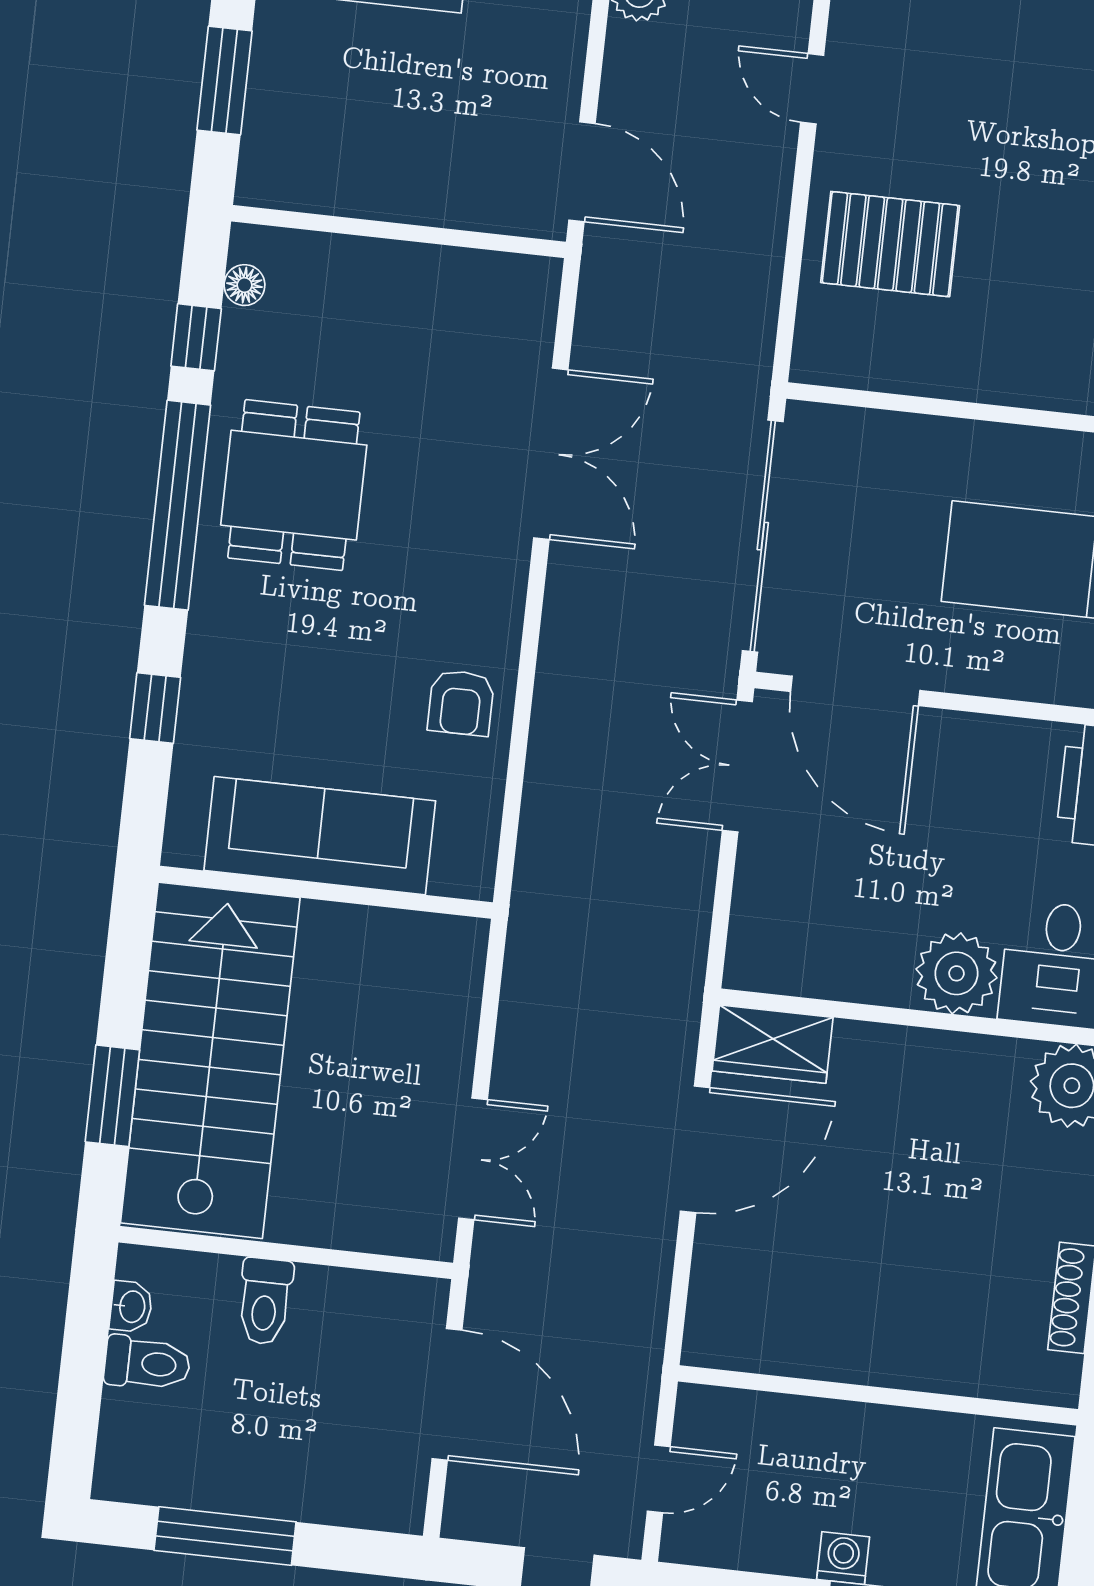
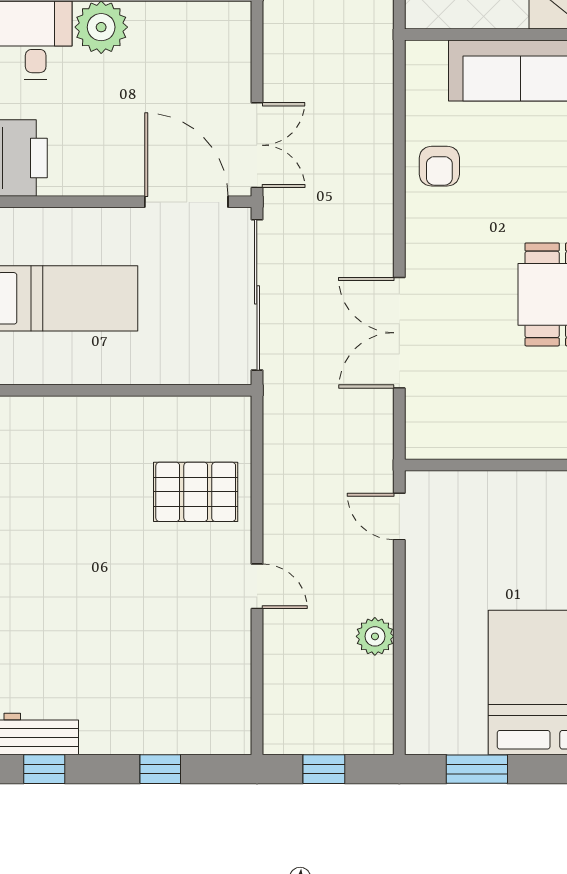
door: (582, 172) -> (399, 517), width x0.73
armchair: (461, 703) -> (439, 166), turned 180

